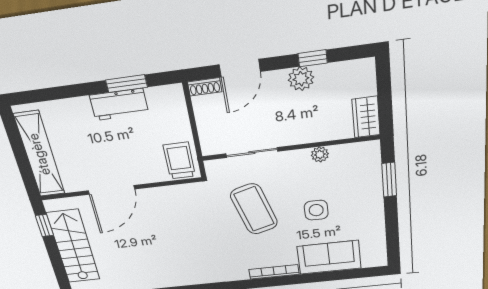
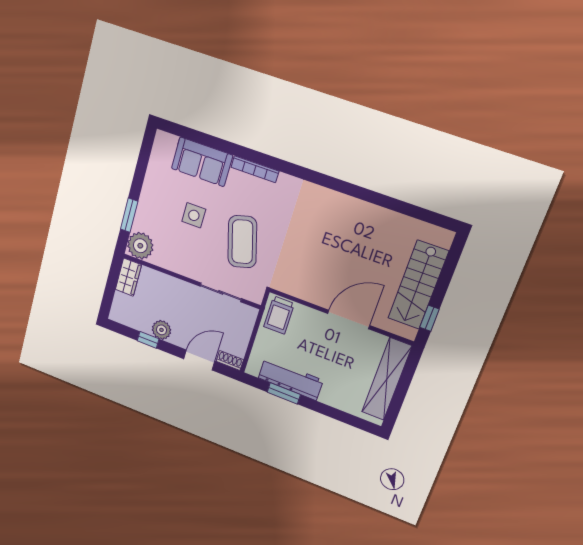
workbench: (119, 104) -> (291, 379), width x1.38
plant: (320, 154) -> (140, 246), moved, width x1.88, depth x1.88

